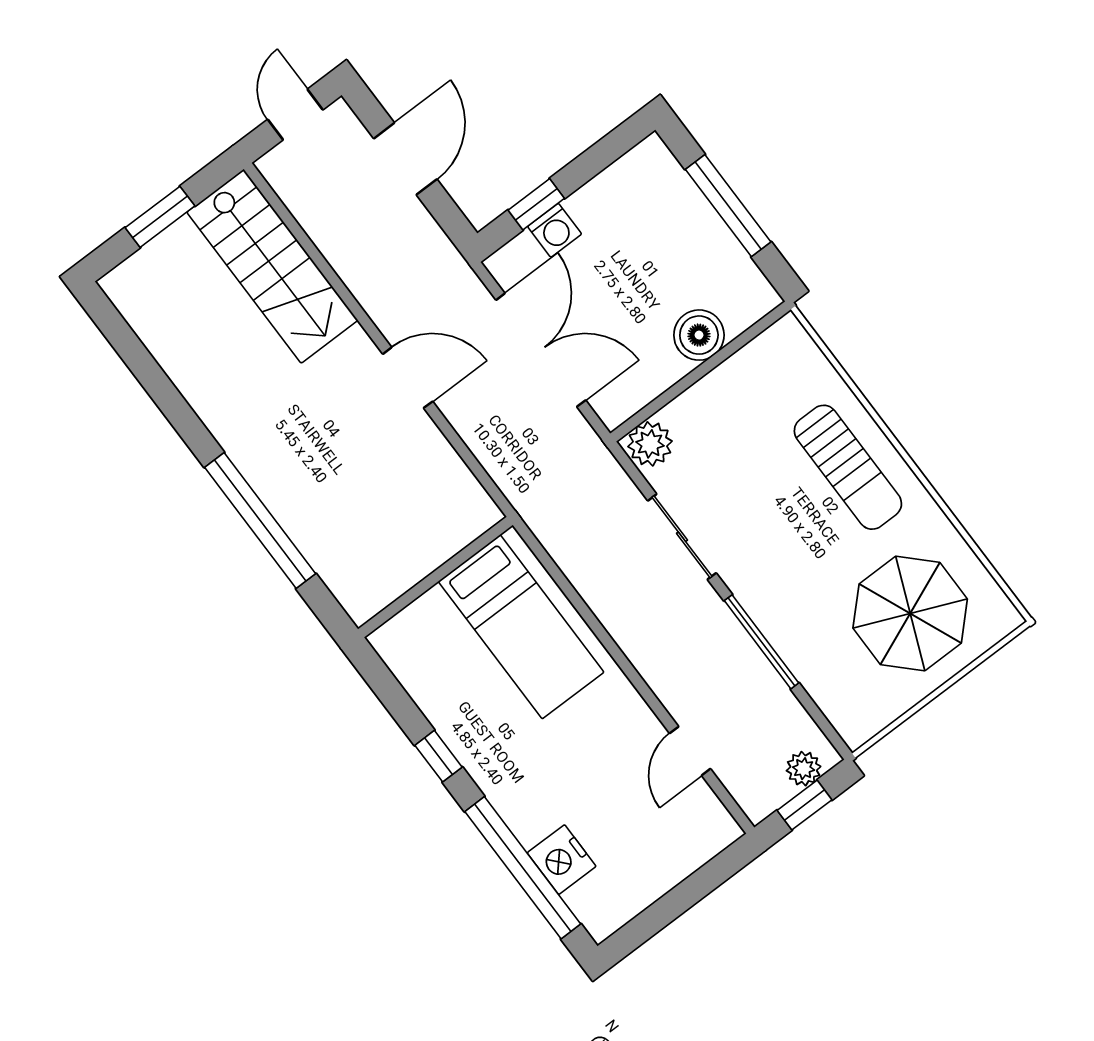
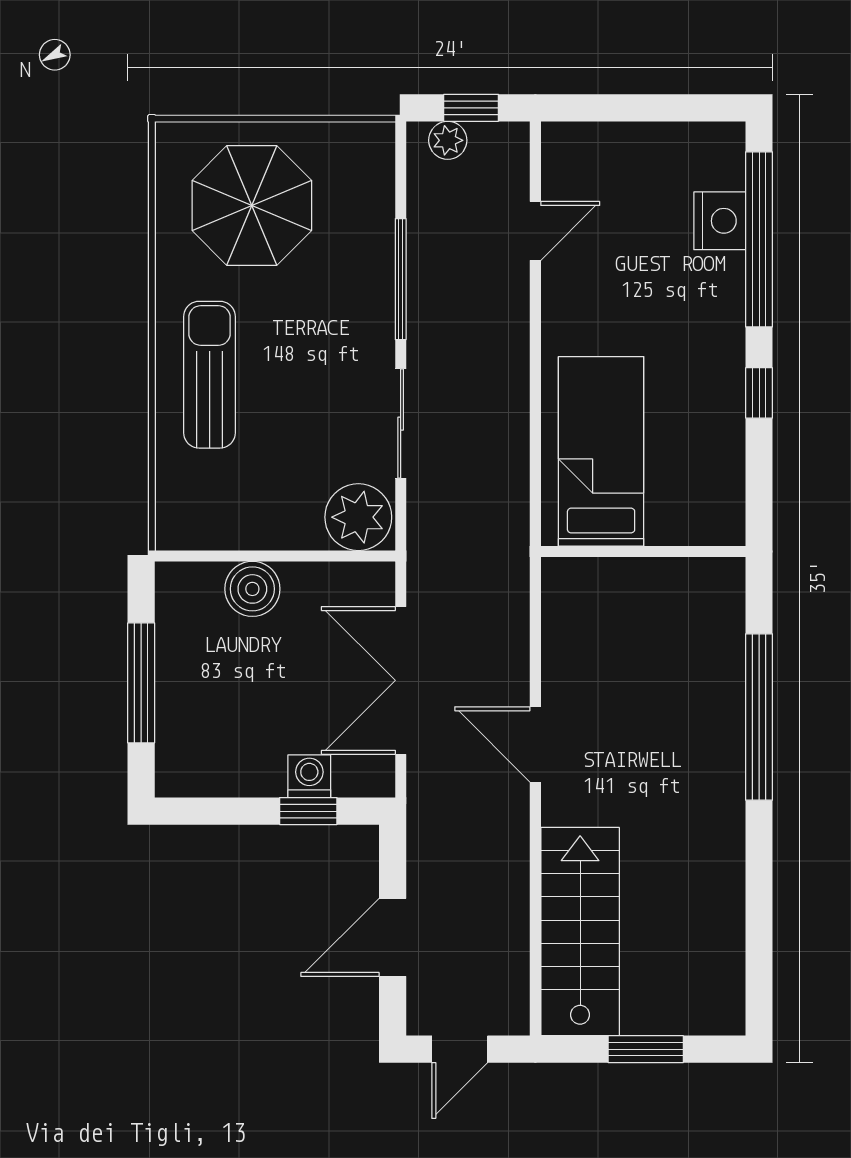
plant: (650, 444) -> (358, 517), width x1.36, depth x1.36

